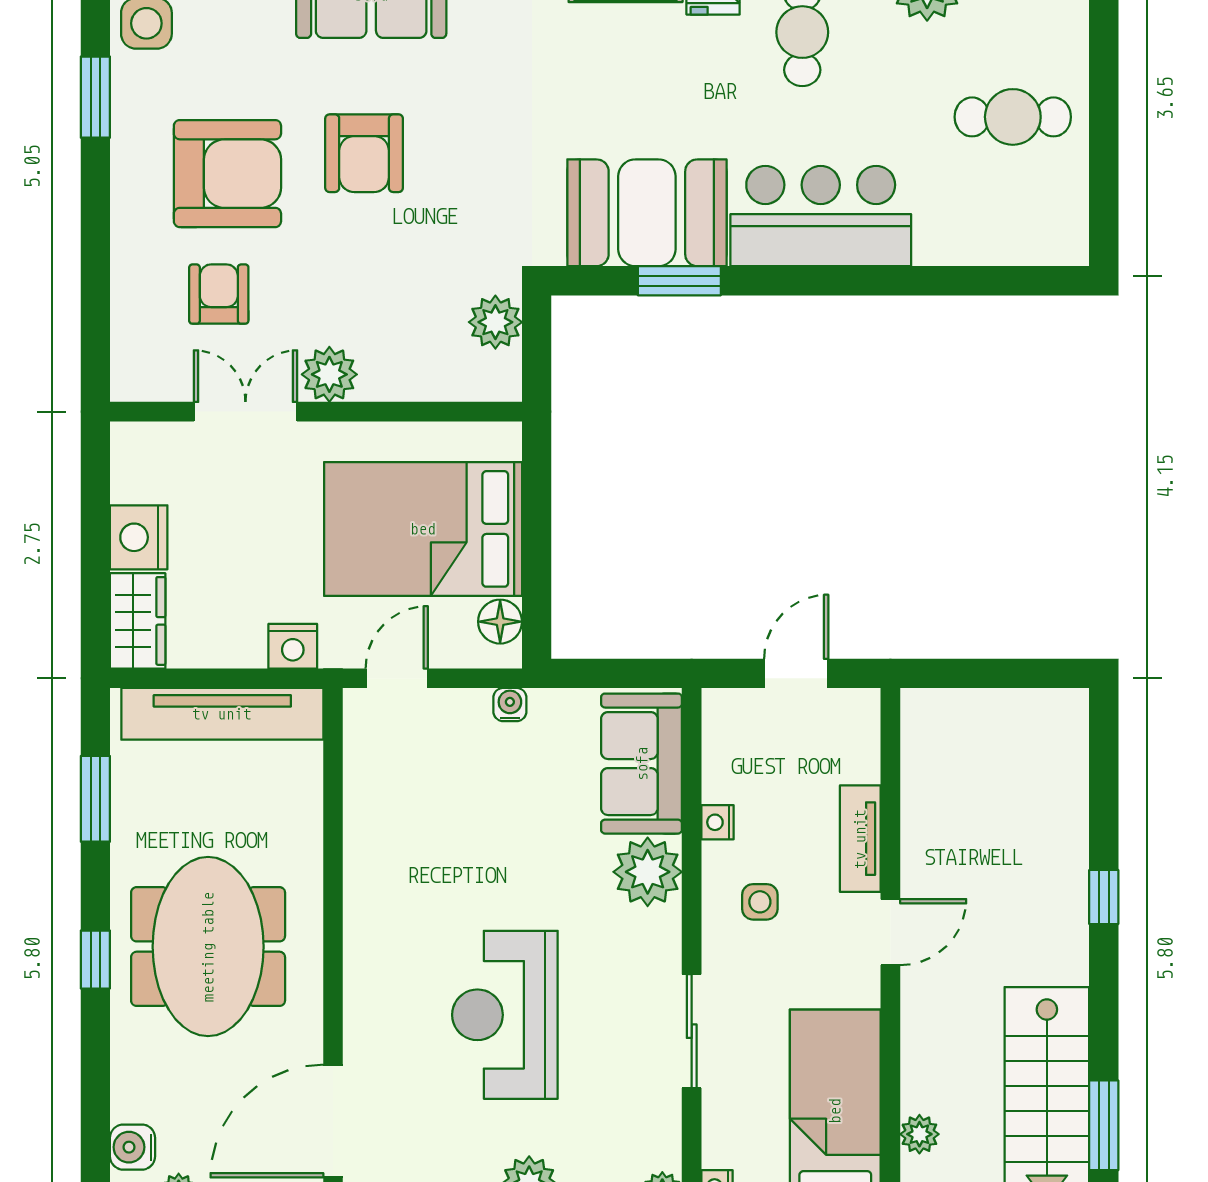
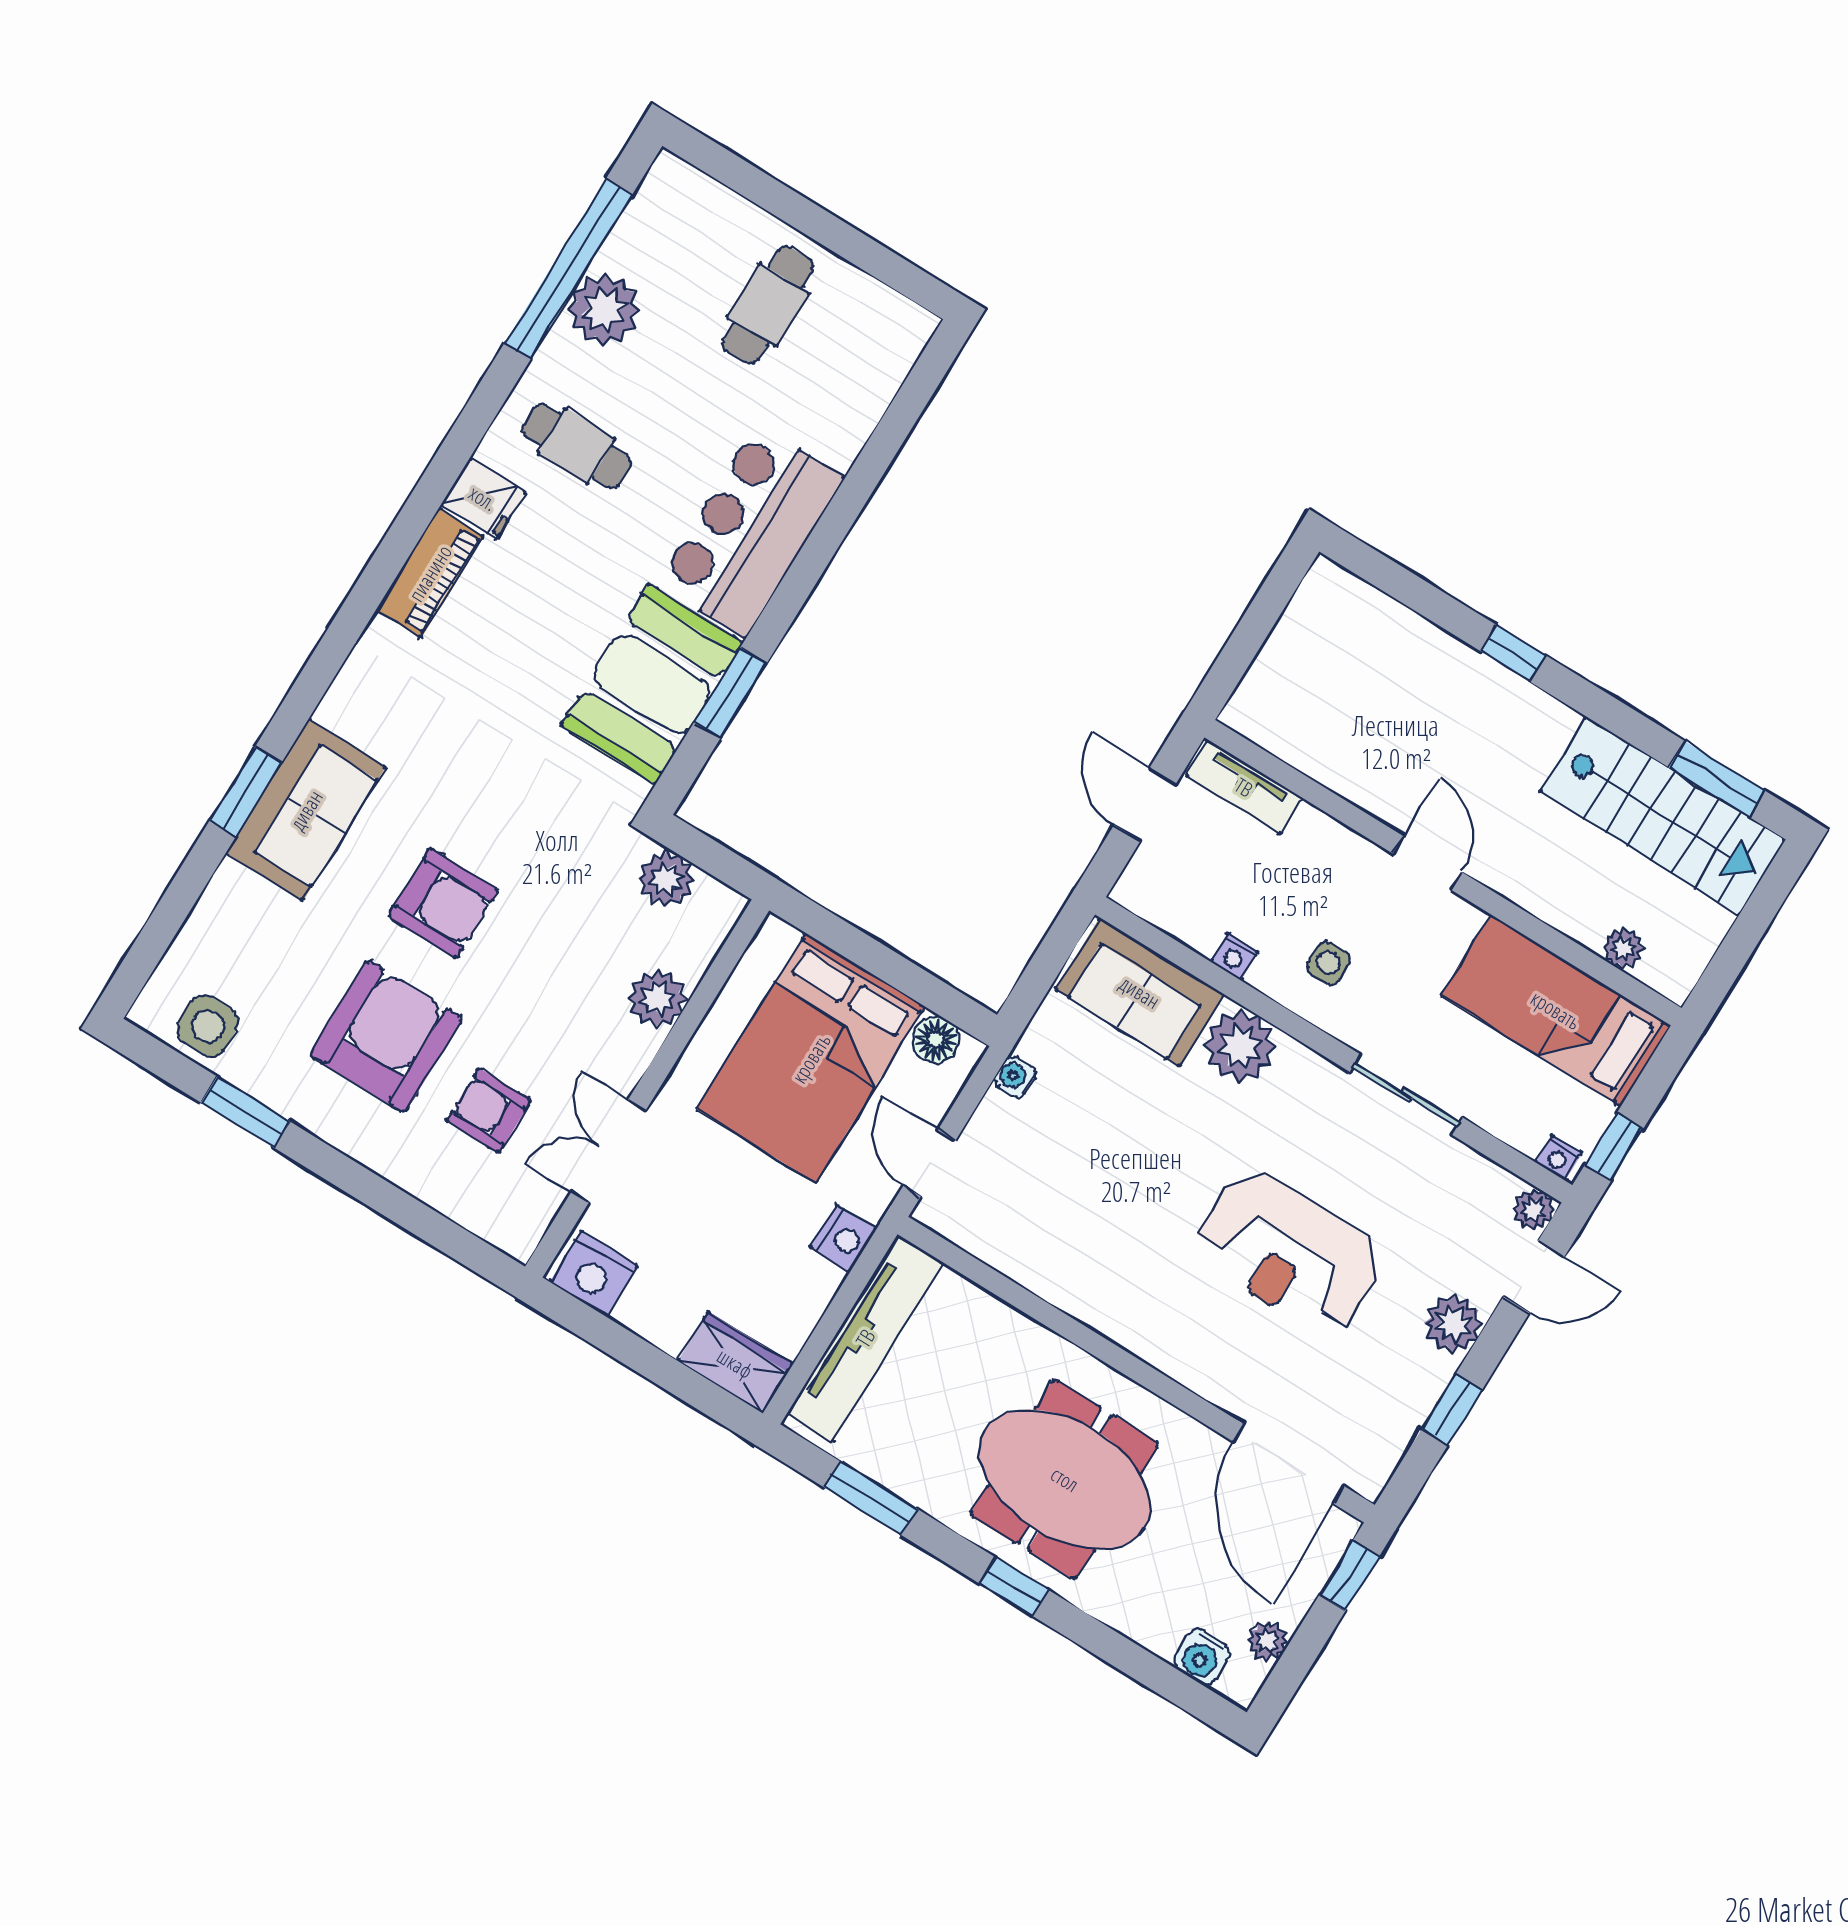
plant: (329, 374) -> (657, 998), moved
nightstand: (139, 537) -> (594, 1274), moved
tv unit: (860, 839) -> (1244, 787), moved

